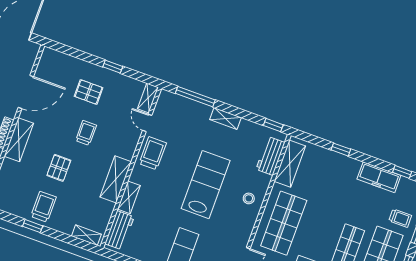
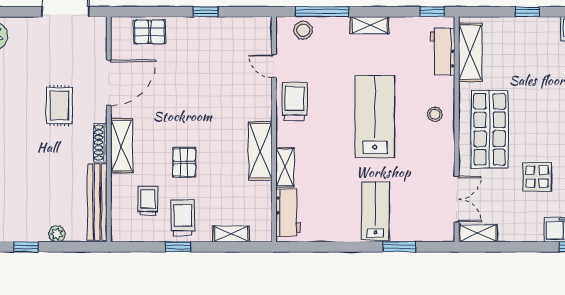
pallet: (89, 92) -> (150, 32), moved
shelving: (148, 98) -> (264, 35), removed
stool: (177, 105) -> (303, 30), added
trolley: (86, 133) -> (148, 201), moved
shelving: (86, 235) -> (231, 234), moved

